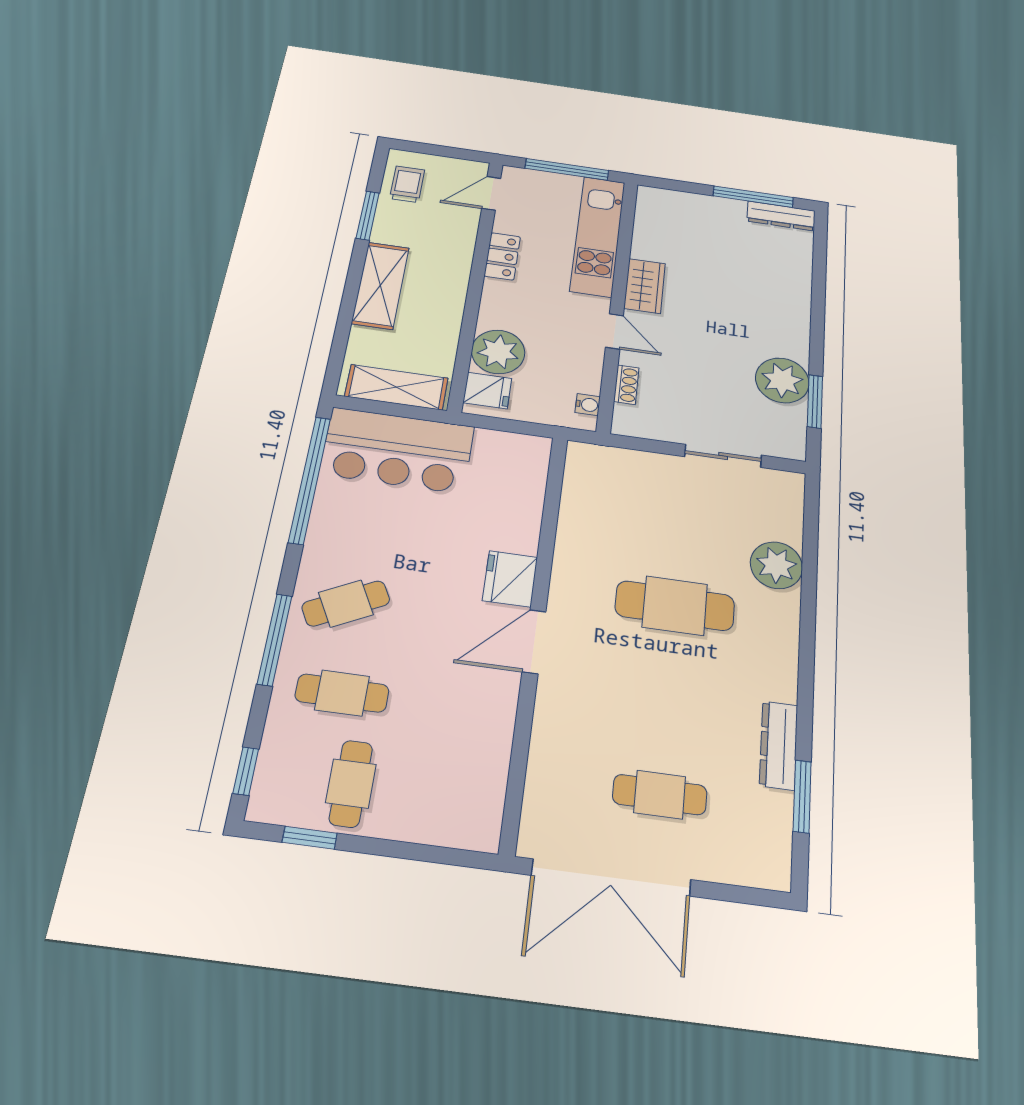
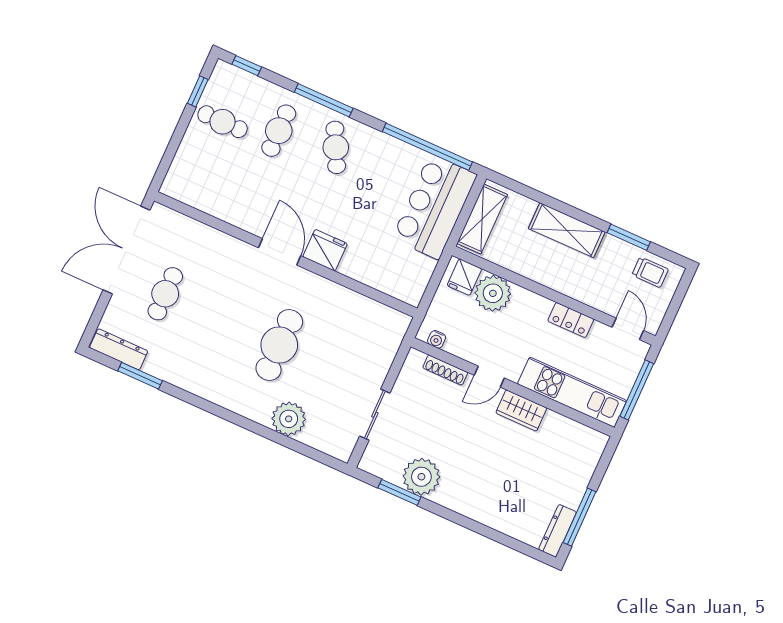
shoe rack: (626, 385) -> (445, 370), width x1.43
dresser: (779, 745) -> (119, 349), moved

